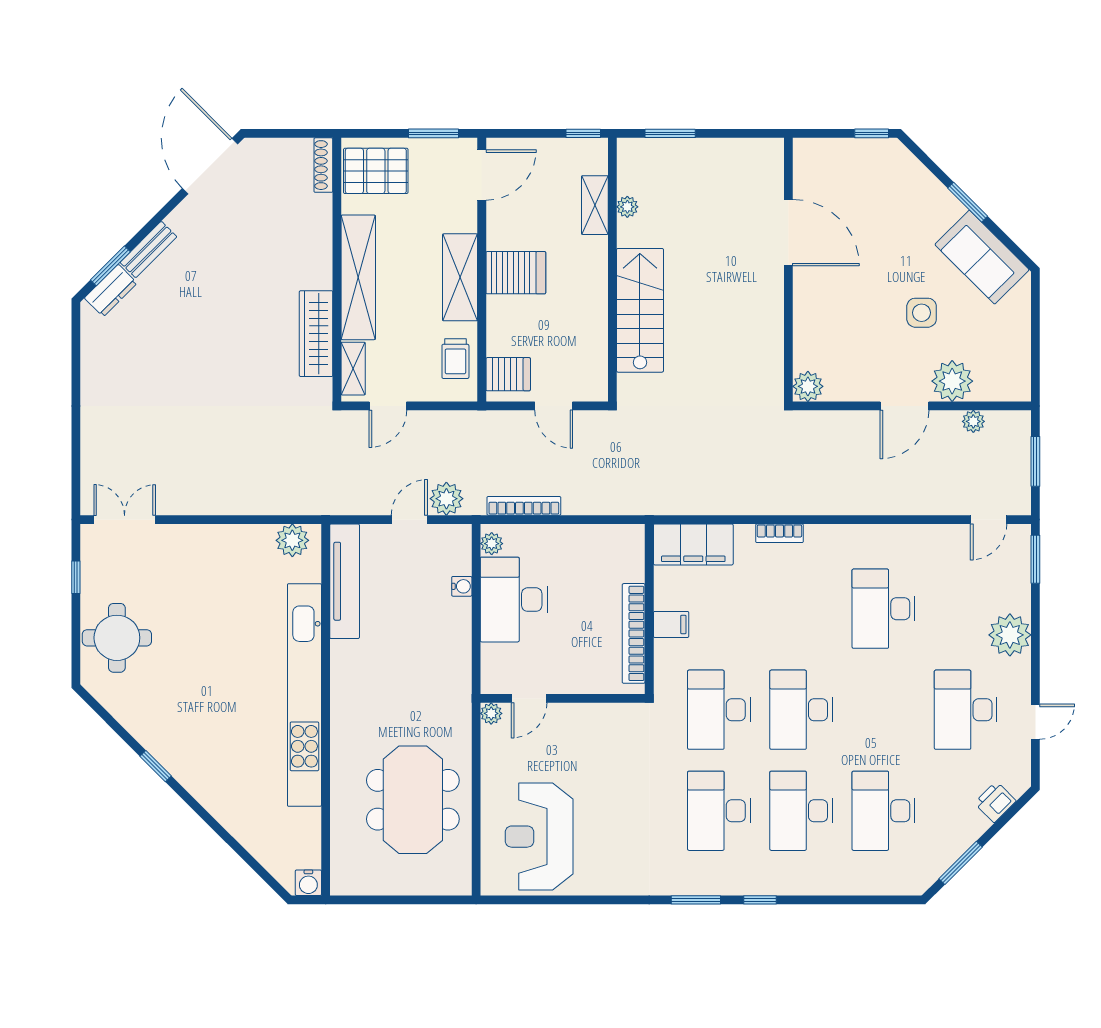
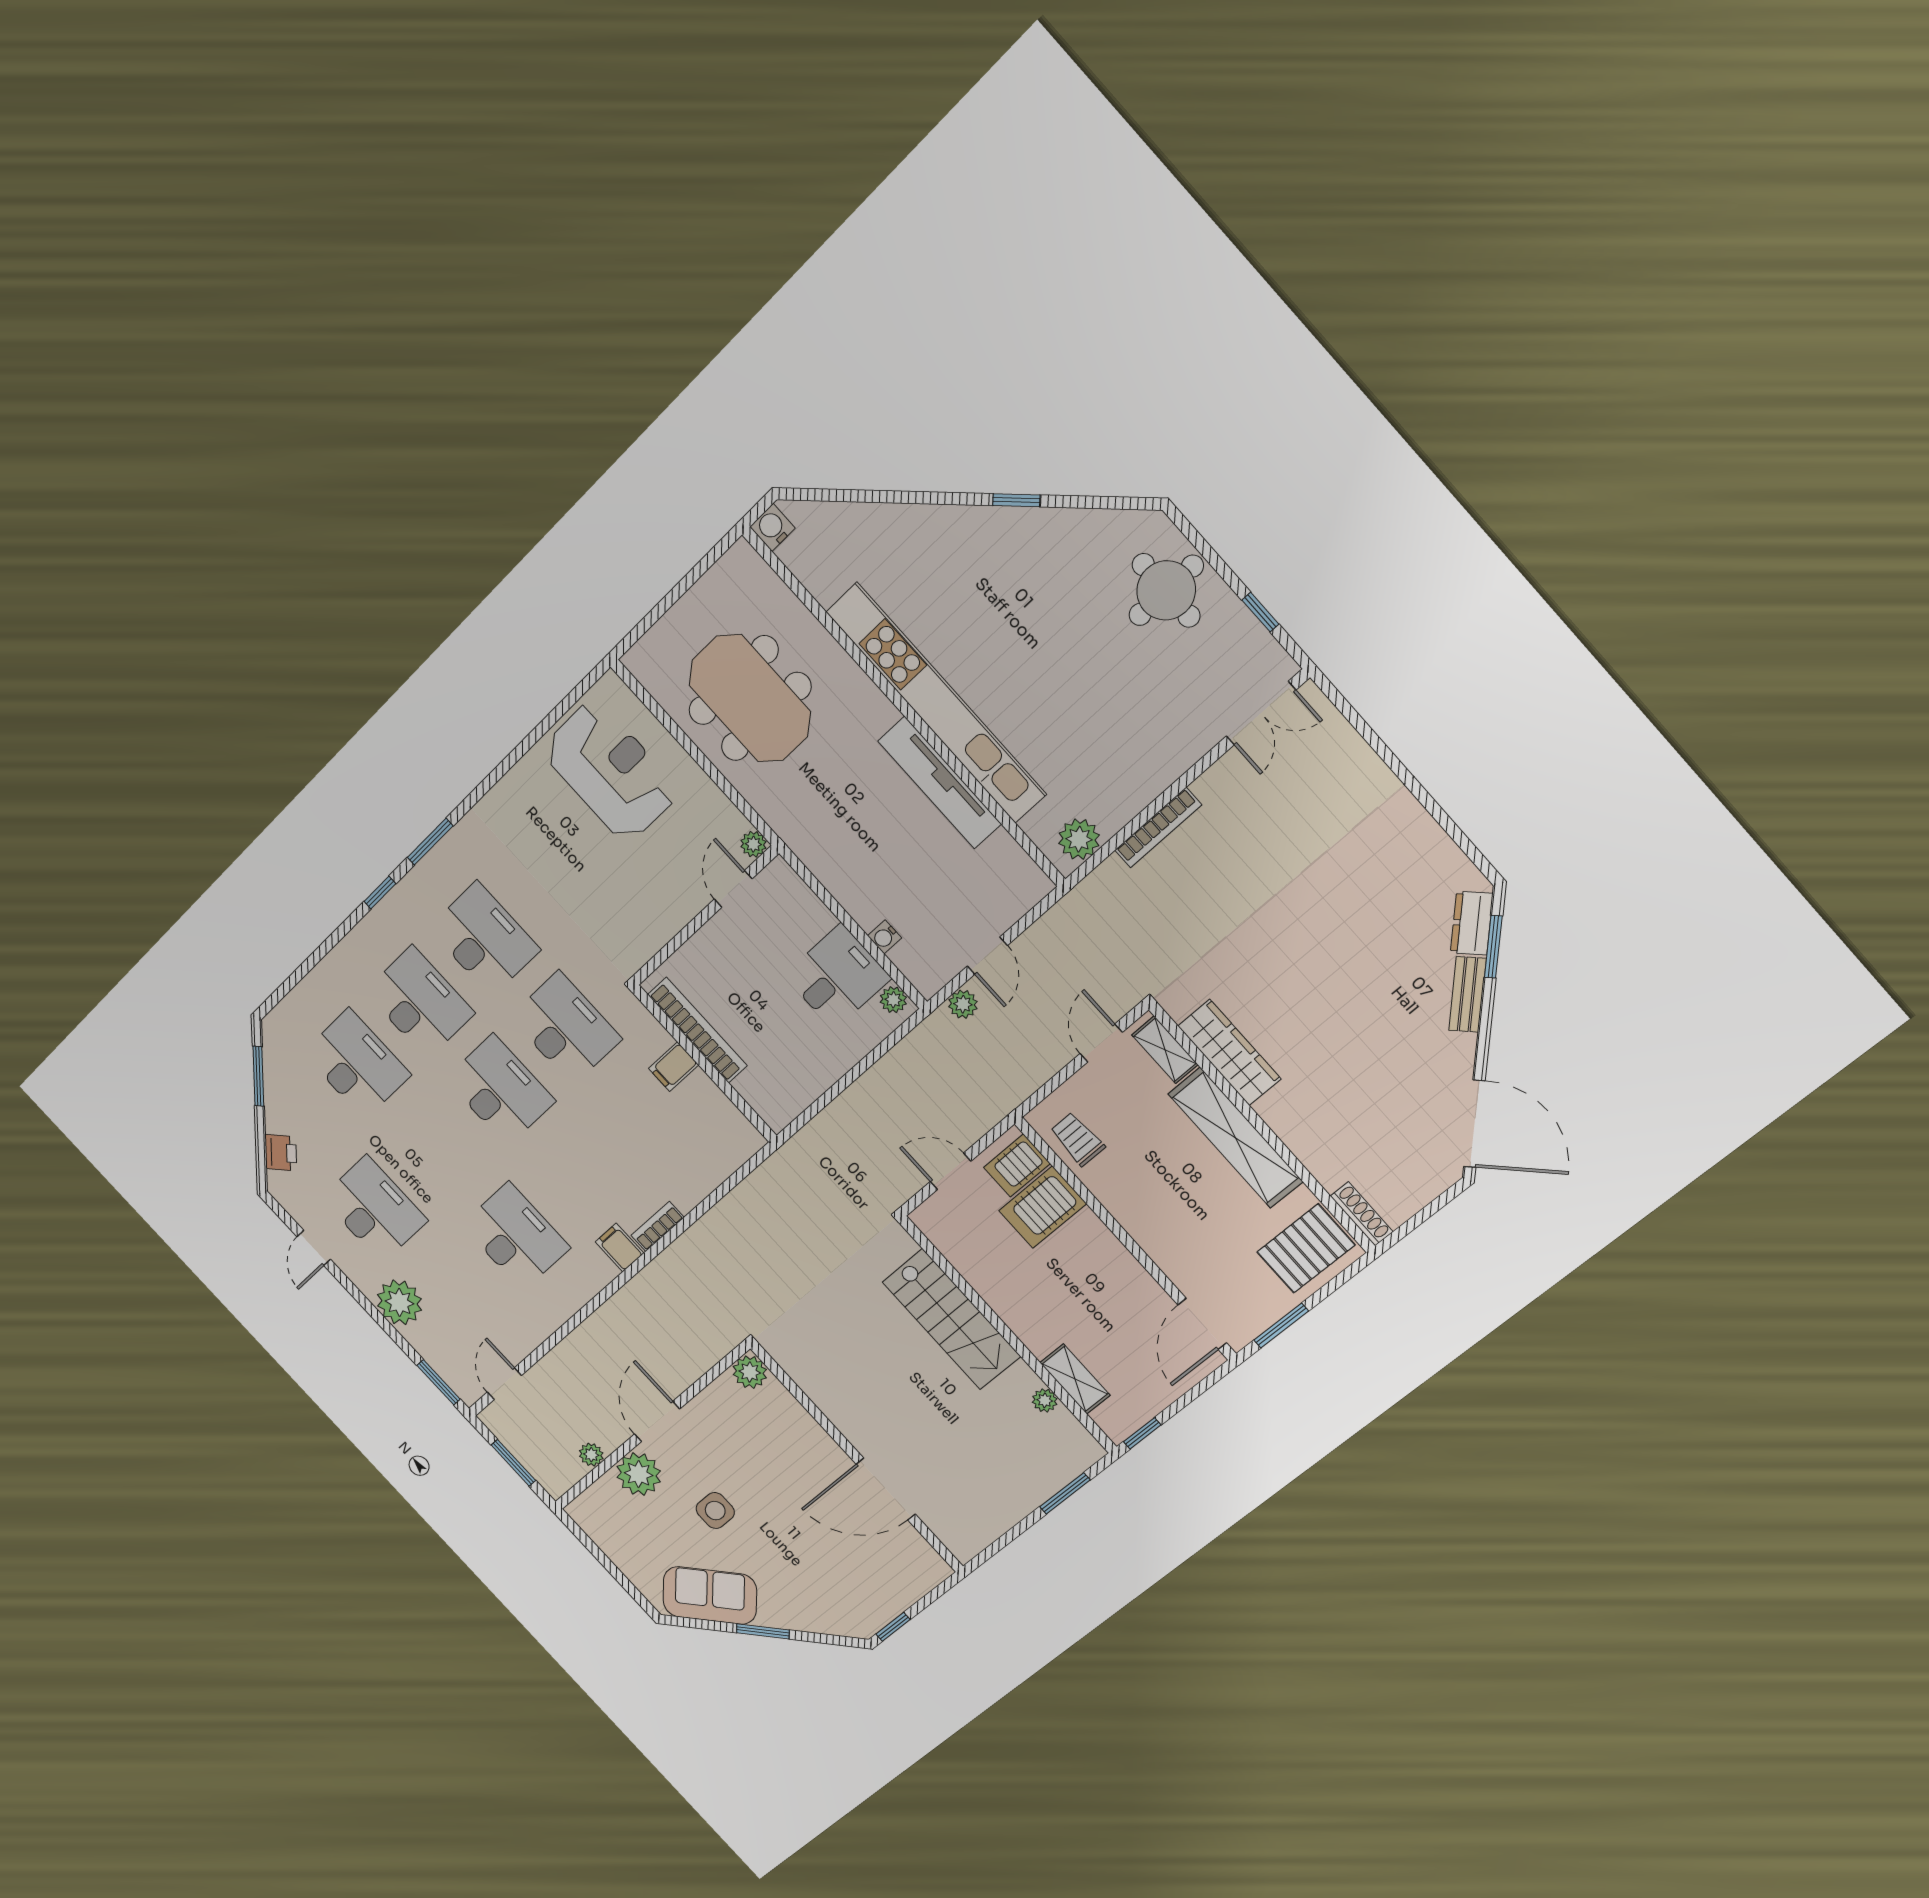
server rack: (516, 273) -> (1043, 1207), moved
shelving: (460, 277) -> (1139, 1216), removed
plant: (446, 499) -> (963, 1004), width x0.73, depth x0.73
bookcase: (524, 506) -> (1158, 828), moved
filing cabinet: (693, 544) -> (620, 1248), moved, width x0.33, depth x0.86
tv unit: (345, 581) -> (940, 783), moved
desk: (514, 600) -> (837, 977), width x0.73

